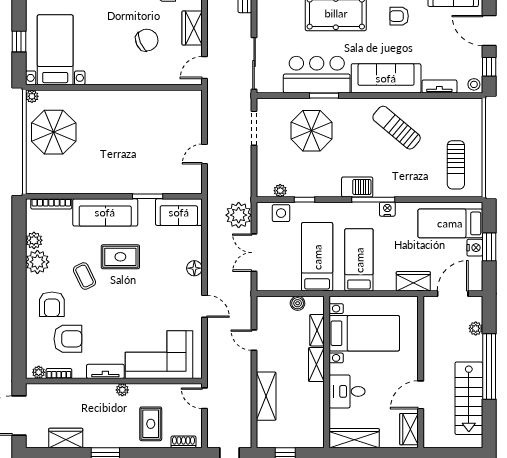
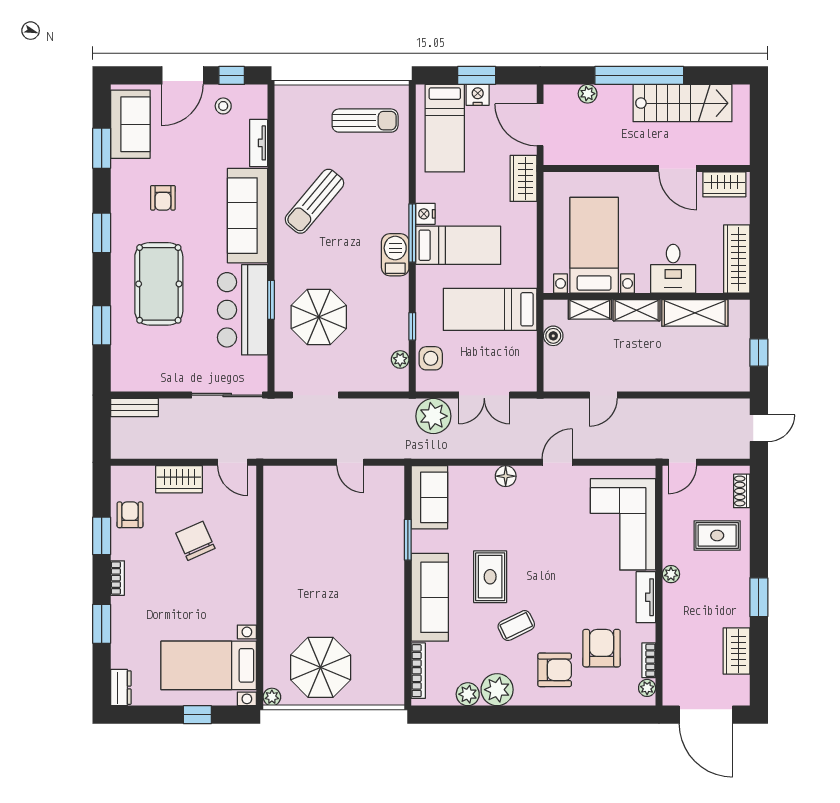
stool: (474, 84) -> (223, 106), moved
bed: (359, 260) -> (458, 245), moved, turned 180
shelving: (266, 396) -> (695, 313), moved

